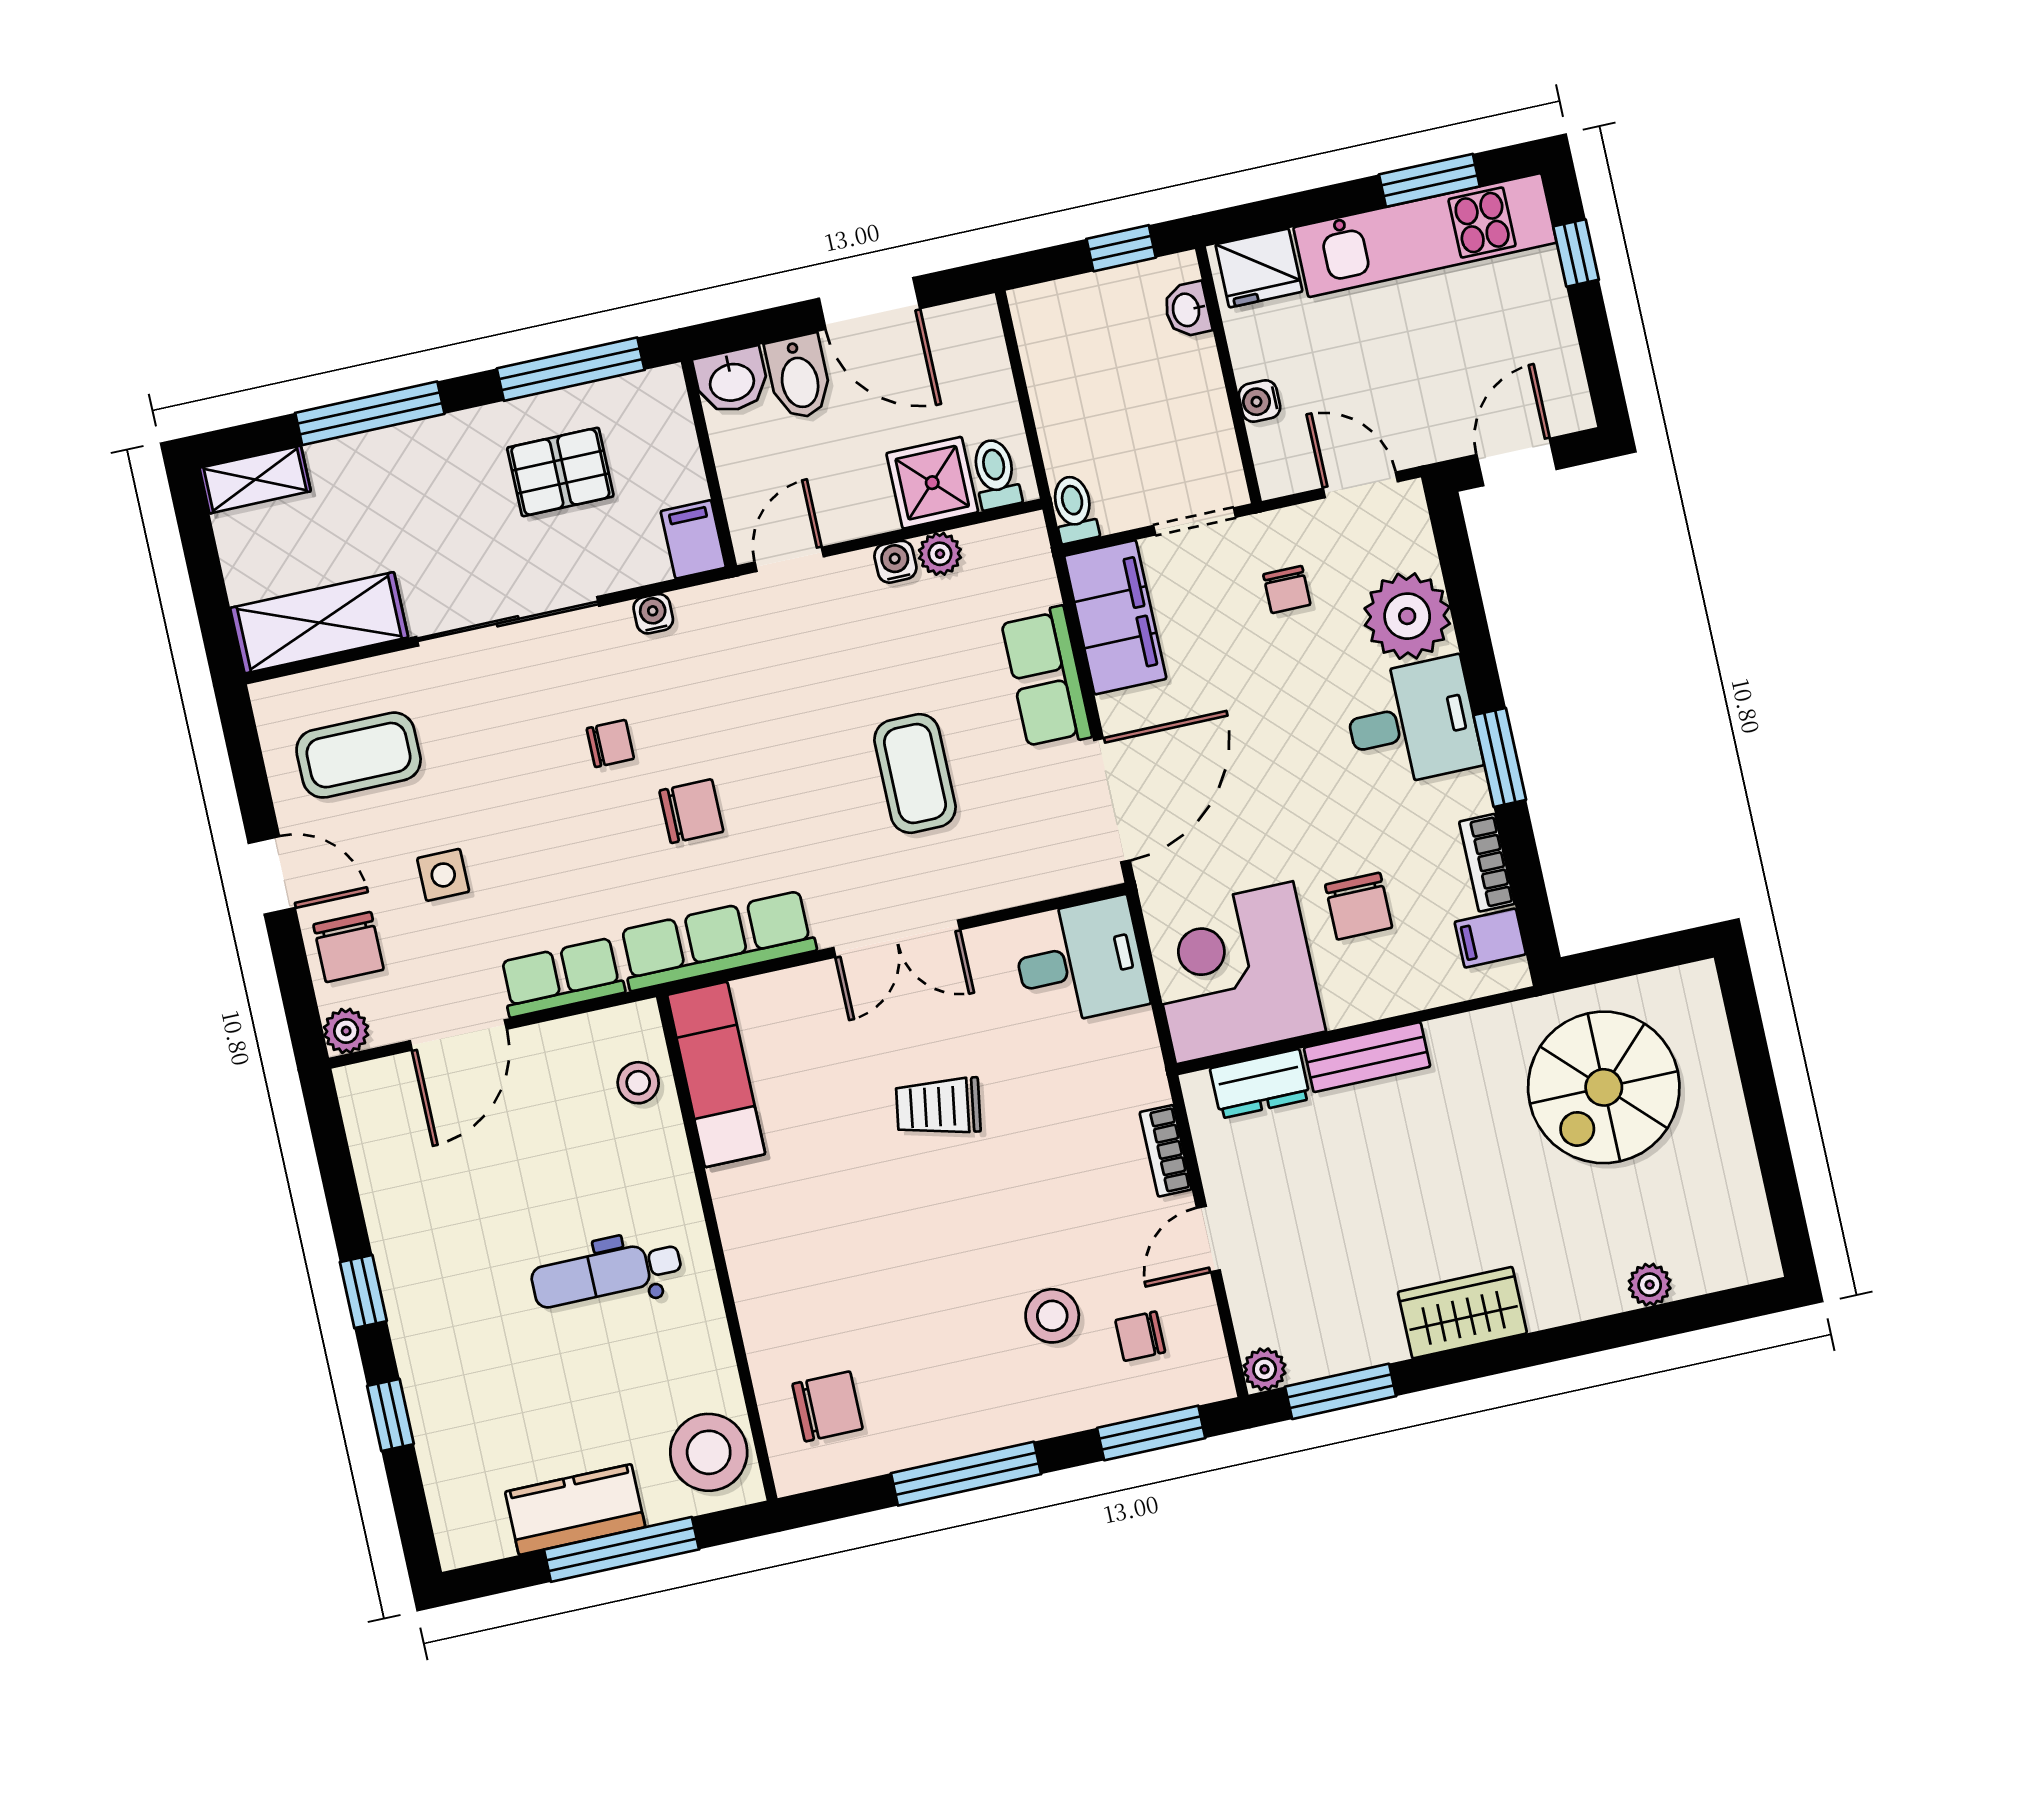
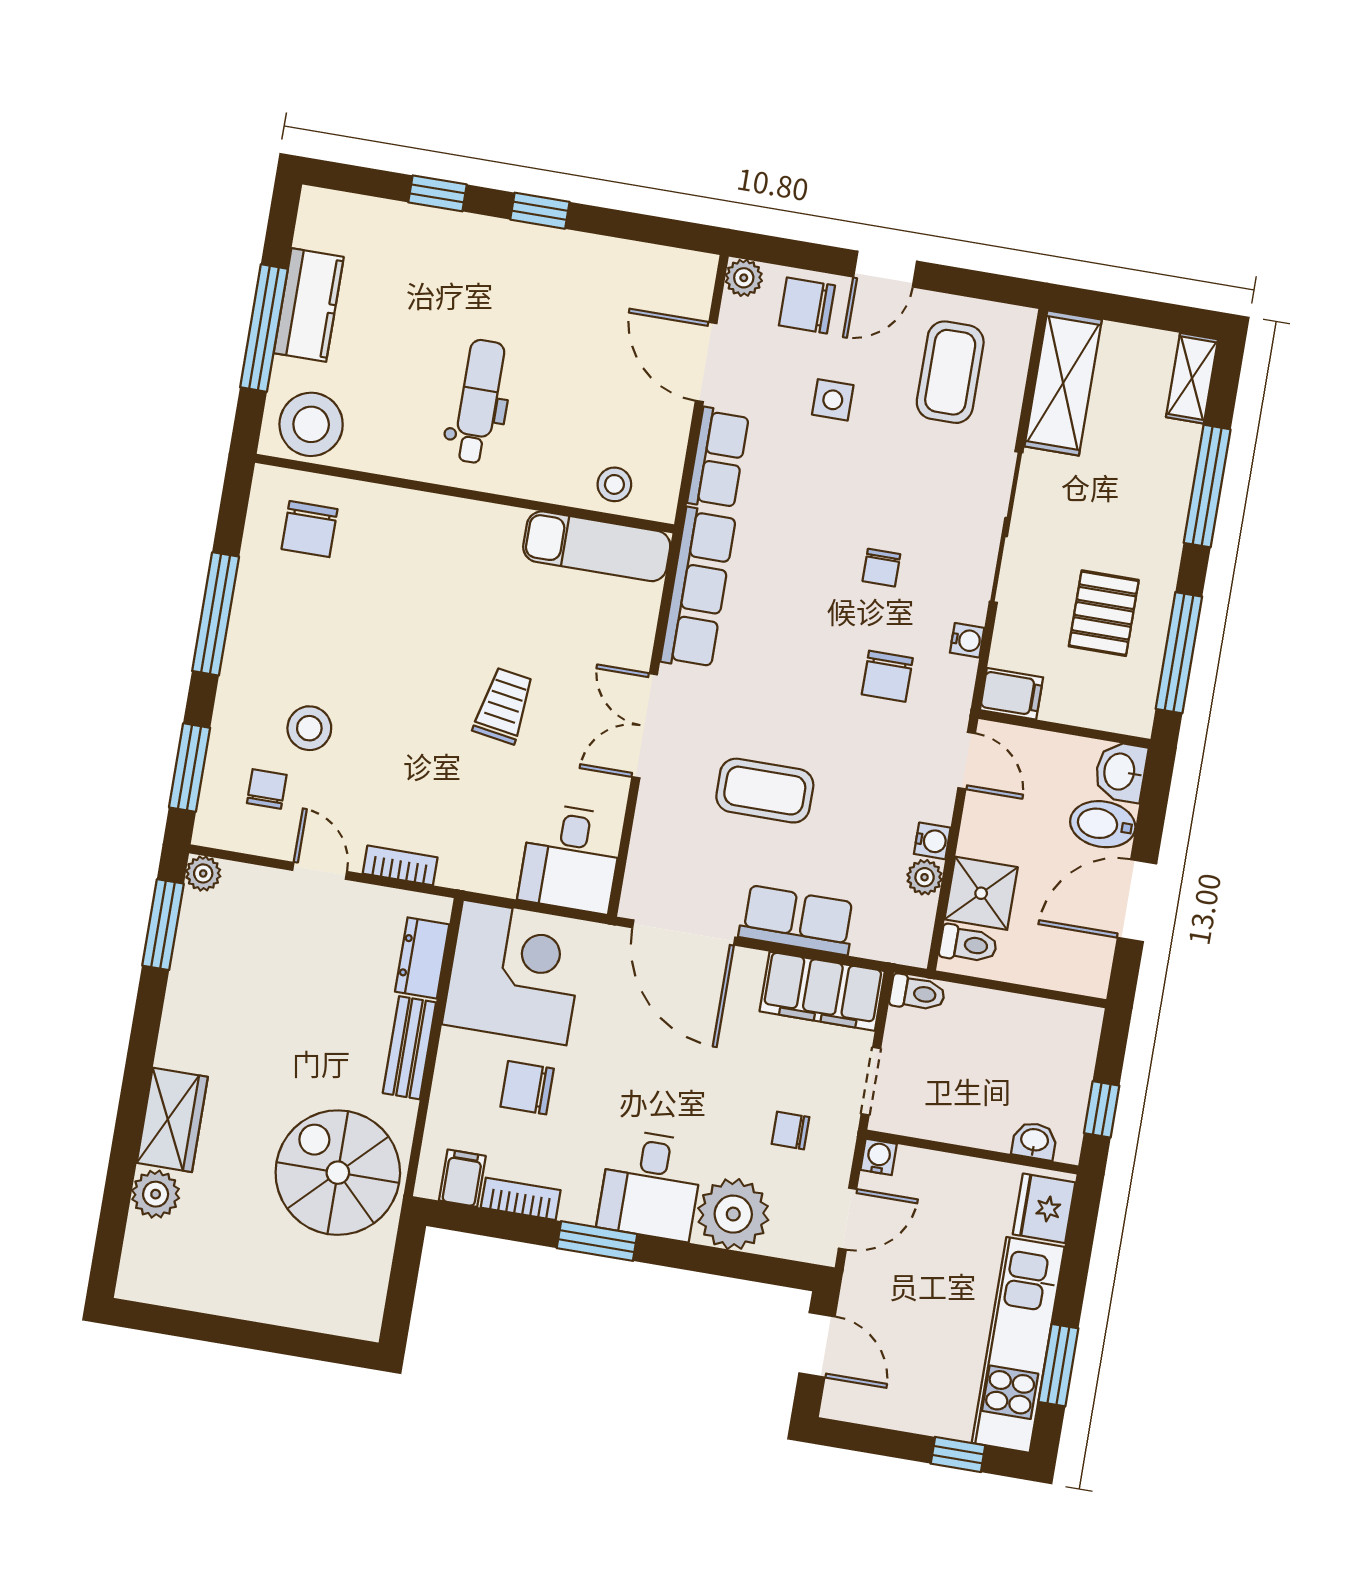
water cooler: (1260, 401) -> (879, 1157), moved
chair: (691, 811) -> (887, 676), moved
spiral stairs: (1604, 1087) -> (338, 1173), moved
plant: (1650, 1285) -> (156, 1194), width x1.38, depth x1.38
wardrobe: (1462, 1313) -> (172, 1120), moved

